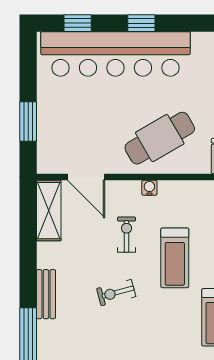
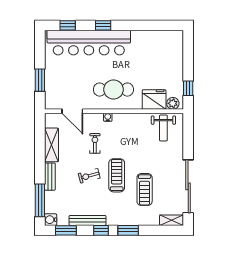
cafe table: (160, 138) -> (113, 90), turned 30
shelving: (49, 211) -> (51, 145), moved
treadmill: (175, 258) -> (117, 175), moved, turned 180

